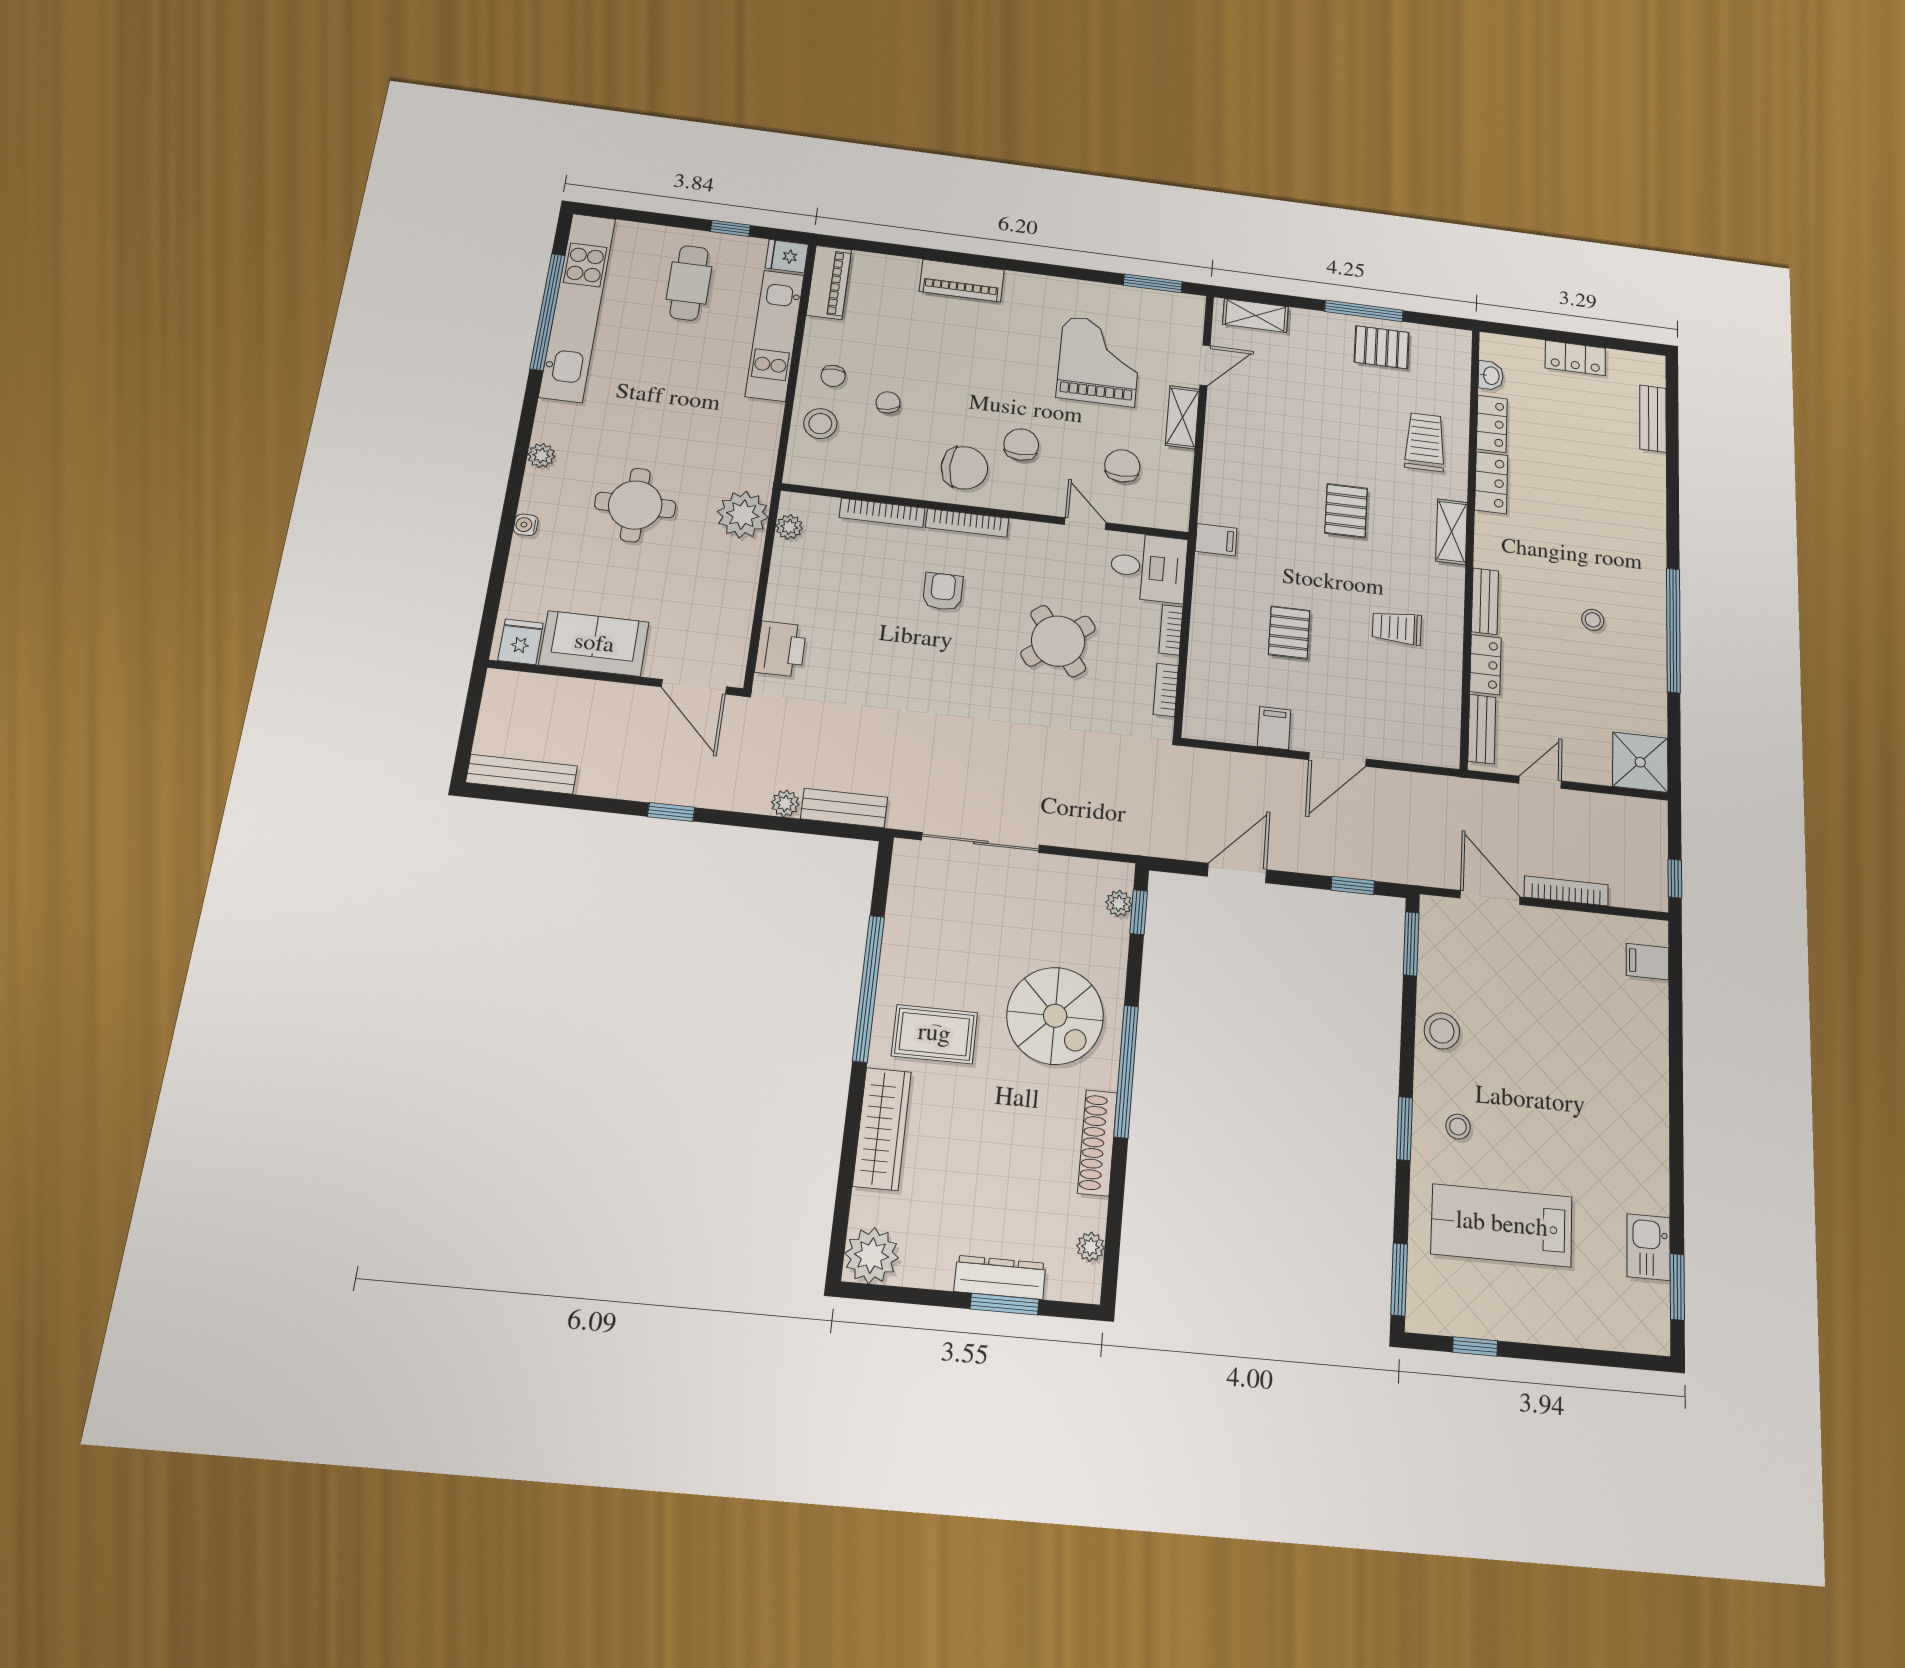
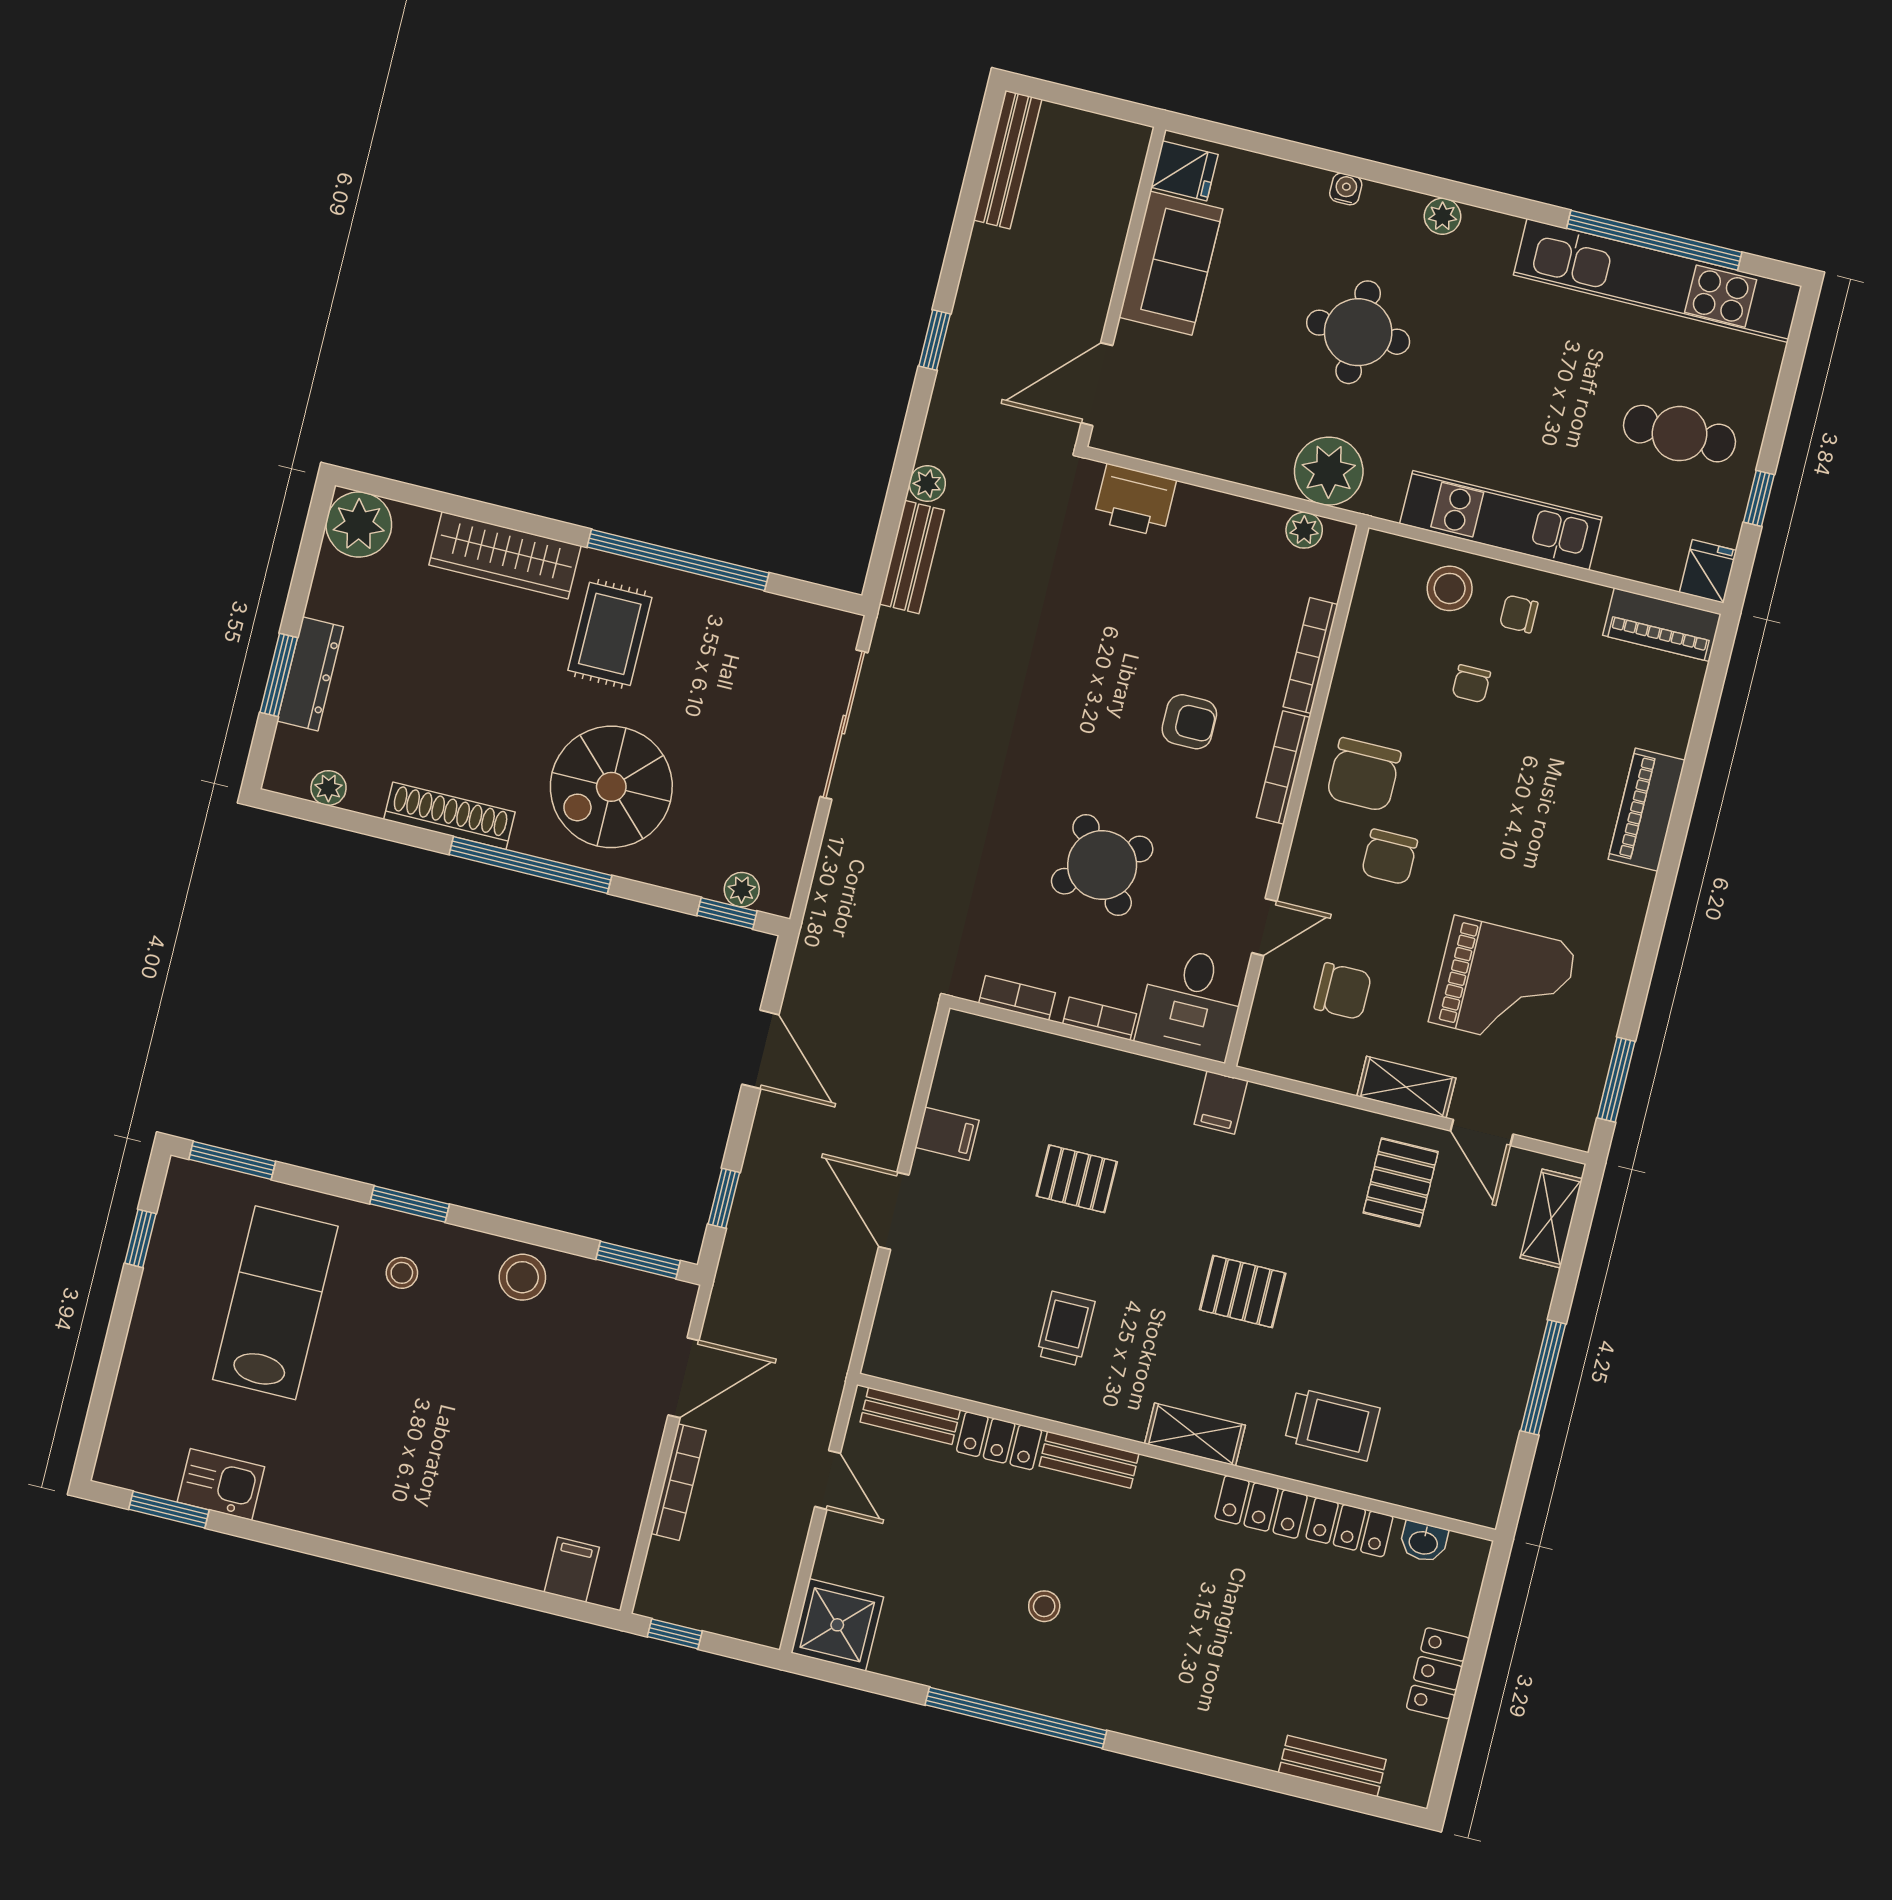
kitchen unit: (775, 335) -> (1501, 520), moved
pallet: (1382, 347) -> (1401, 1182), moved
chair: (888, 402) -> (1471, 684), turned 102
chair: (1021, 445) -> (1389, 857), turned 90

